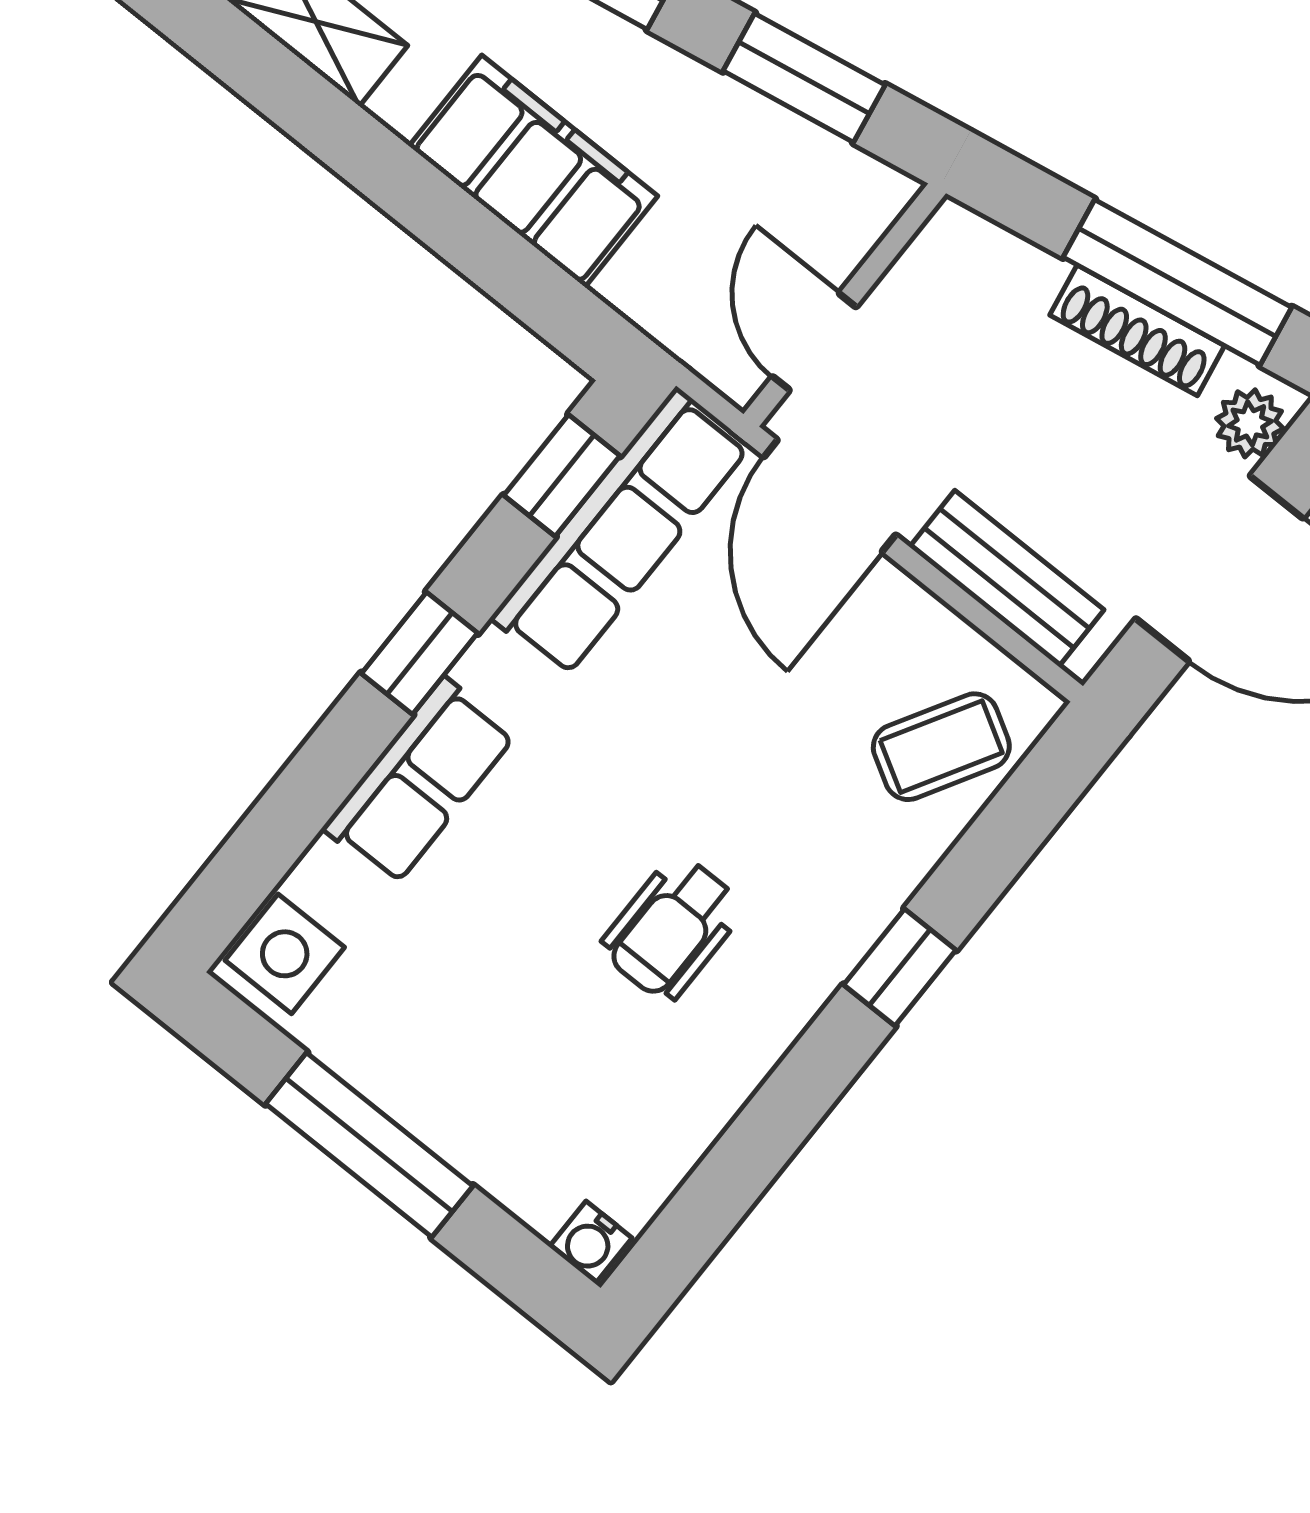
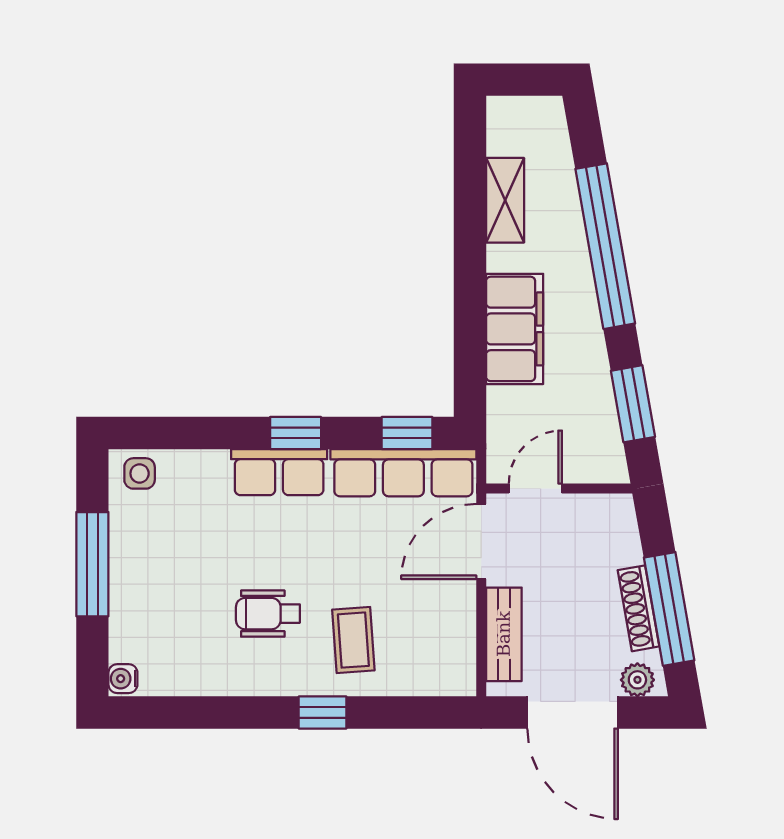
coffee table: (941, 747) -> (353, 640), moved, turned 56
row of seats: (419, 781) -> (279, 472), moved
side table: (285, 954) -> (140, 473), width x0.73, depth x0.73

